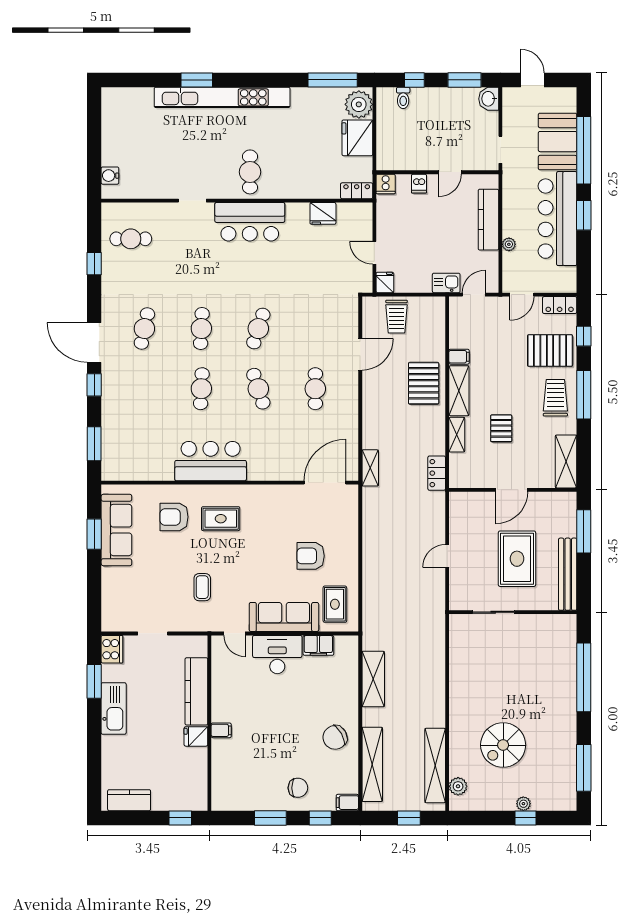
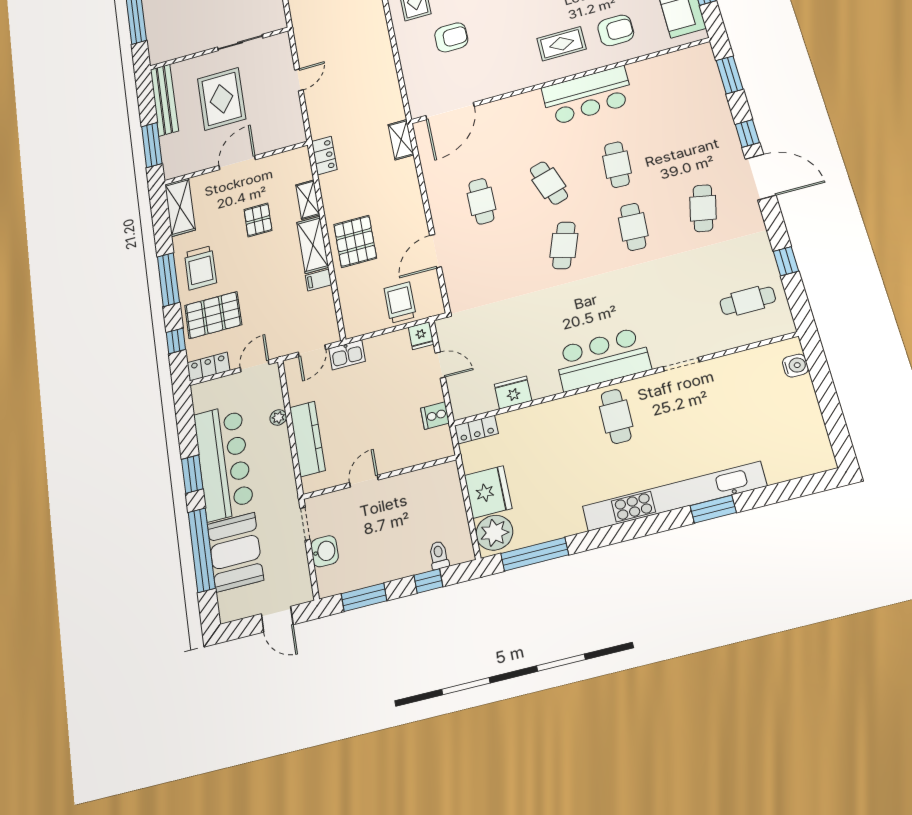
washbasin: (489, 99) -> (325, 551), moved
cooker: (386, 184) -> (435, 416), moved, turned -90
dishwasher: (419, 184) -> (400, 458), removed

